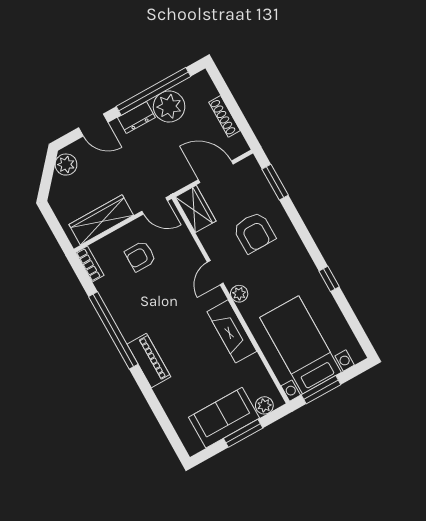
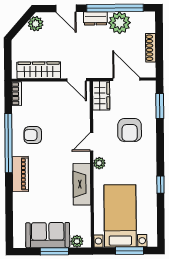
armchair: (140, 256) -> (33, 135), moved
window: (321, 390) -> (130, 251), moved

